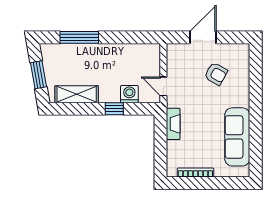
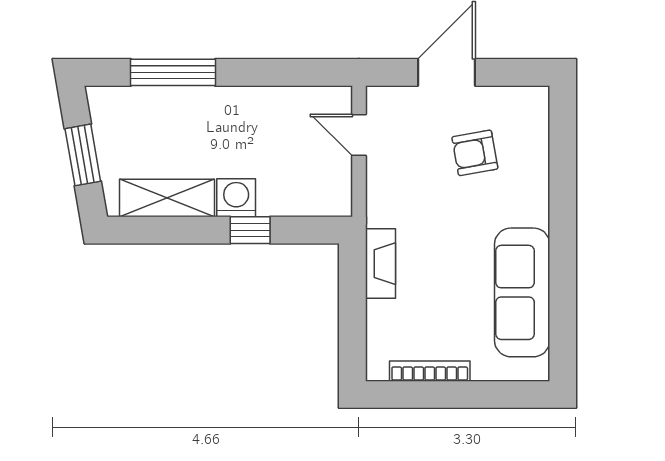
armchair: (216, 74) -> (475, 153), turned 141
door: (163, 86) -> (359, 135), moved
washing machine: (129, 94) -> (236, 198), moved

